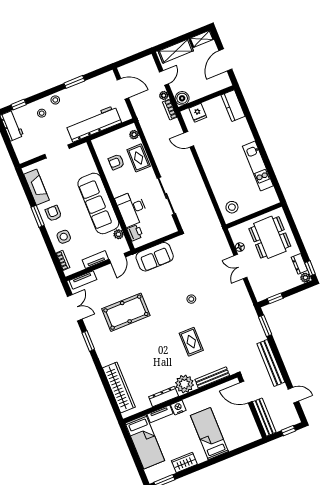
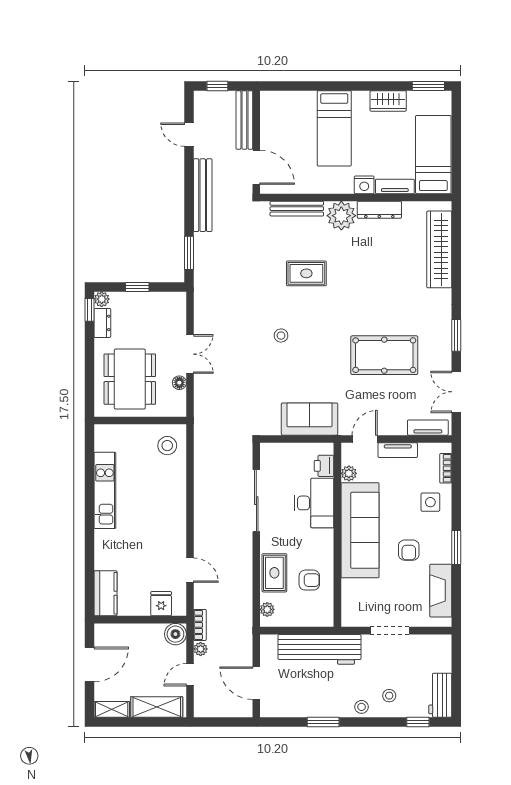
armchair: (53, 213) -> (409, 550), moved
window: (275, 298) -> (137, 287), moved
rug: (191, 342) -> (306, 273), turned 90

